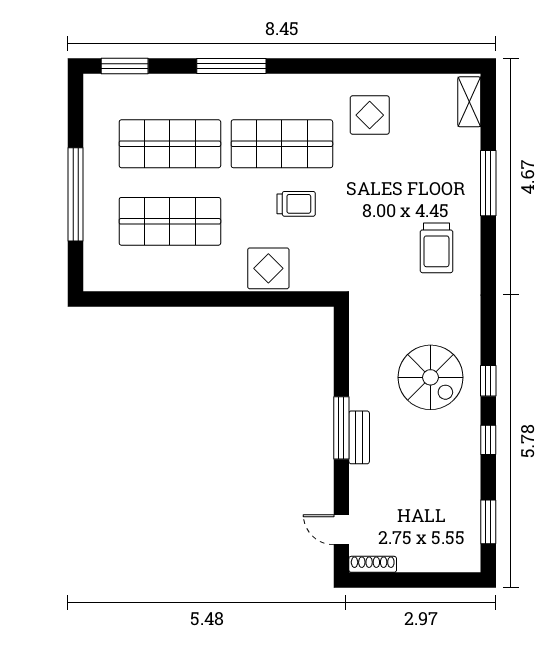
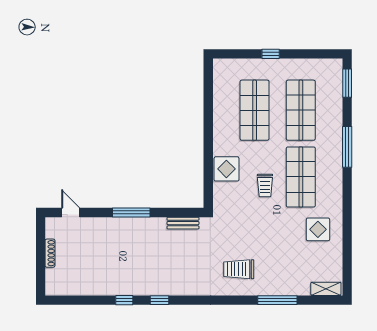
window: (76, 194) -> (271, 54), width x0.32
spiral stairs: (430, 377) -> (161, 266), removed
bench: (359, 437) -> (183, 223), moved
window: (488, 522) -> (75, 300), removed
door: (341, 530) -> (71, 212), hinge flipped
shoe rack: (373, 564) -> (50, 253), moved

